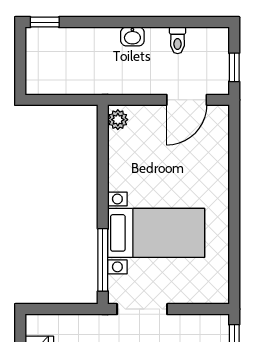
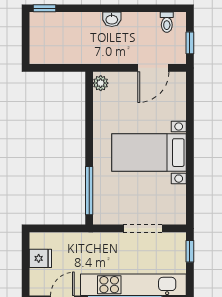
toilet: (178, 40) -> (167, 22), moved
bed with nightstands: (156, 233) -> (149, 153), moved, turned 180
doorway: (142, 309) -> (143, 228), moved

